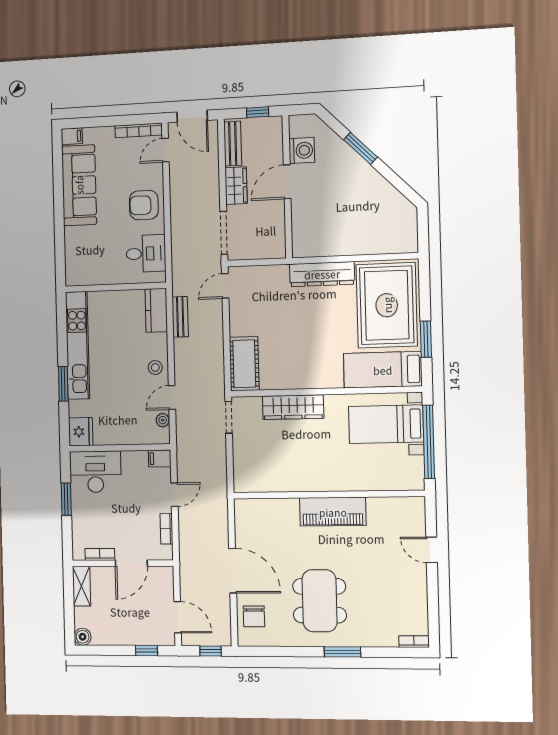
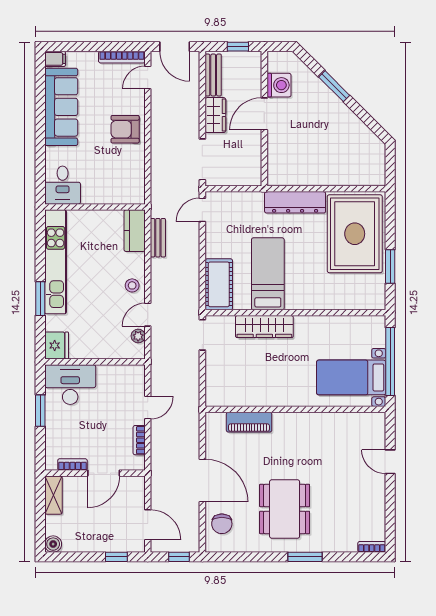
desk: (146, 254) -> (63, 185), moved, turned 90
bed: (383, 370) -> (268, 274), moved, turned 90
bed with nightstands: (386, 424) -> (351, 377), moved
filing cabinet: (160, 458) -> (134, 373), removed
piano: (333, 512) -> (249, 422), moved, width x0.73, depth x0.75

